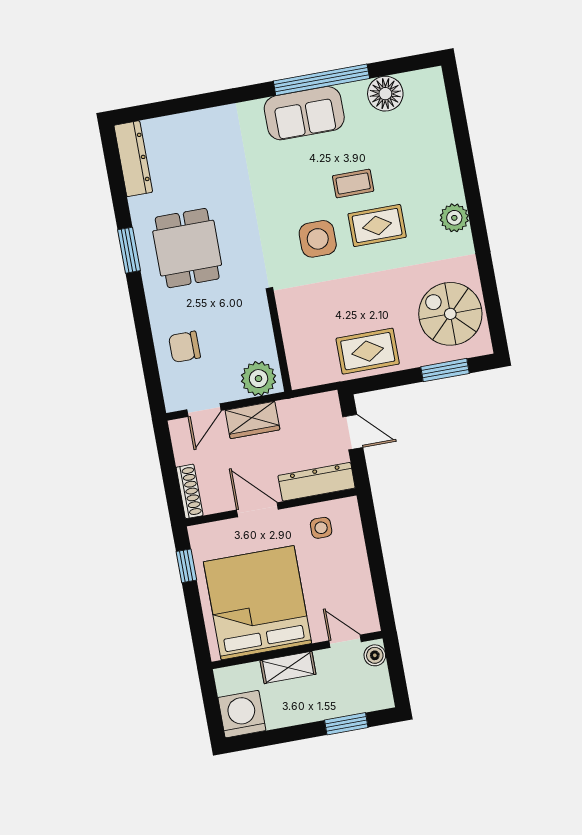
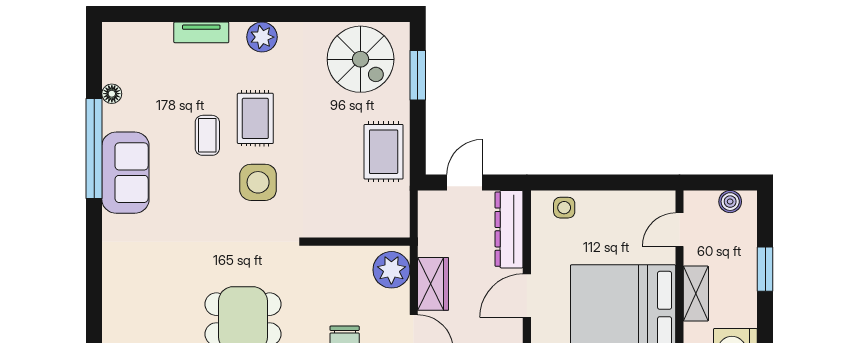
floor lamp: (385, 94) -> (112, 94), width x0.53, depth x0.53
tv unit: (448, 160) -> (201, 32), added
spiral stairs: (450, 314) -> (361, 59), turned -90
side table: (321, 528) -> (564, 208), moved
boiler: (375, 655) -> (730, 202), moved
window: (346, 724) -> (765, 269), moved

